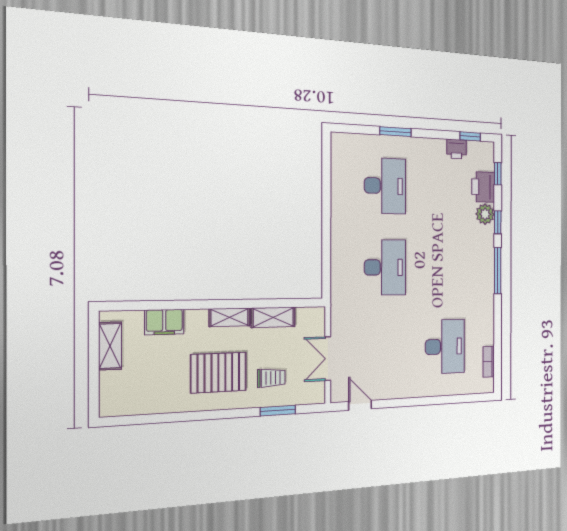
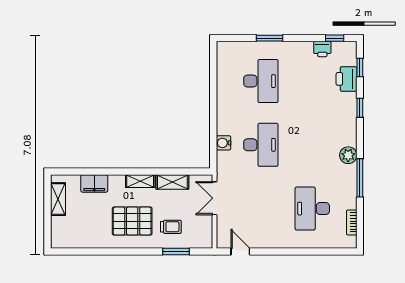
plant: (485, 214) -> (348, 155), moved
water cooler: (339, 265) -> (224, 143), added
window: (498, 271) -> (360, 178), moved
desk: (445, 347) -> (312, 209), turned 180
double door: (328, 359) -> (214, 198), moved

